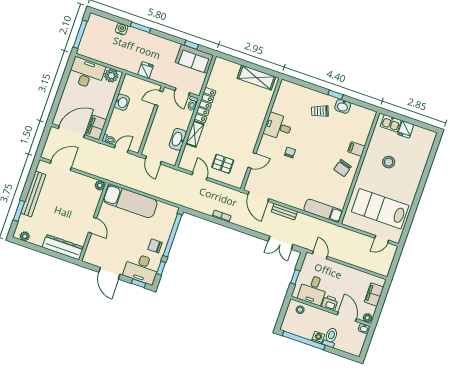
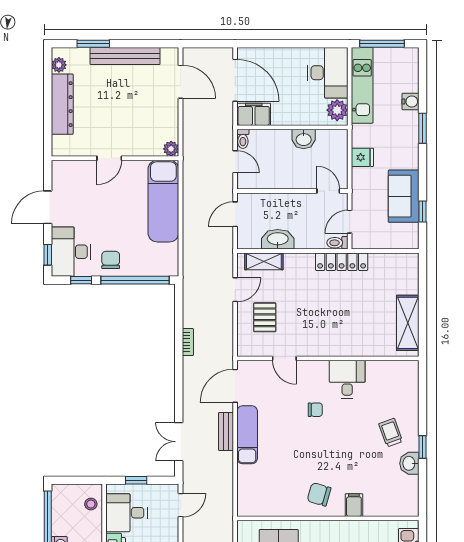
kitchen unit: (101, 55) -> (362, 85), added
sofa: (194, 59) -> (404, 196), moved
shelving: (195, 134) -> (264, 261), moved
exam couch: (323, 211) -> (247, 435), moved
dresser: (63, 247) -> (62, 104), moved

